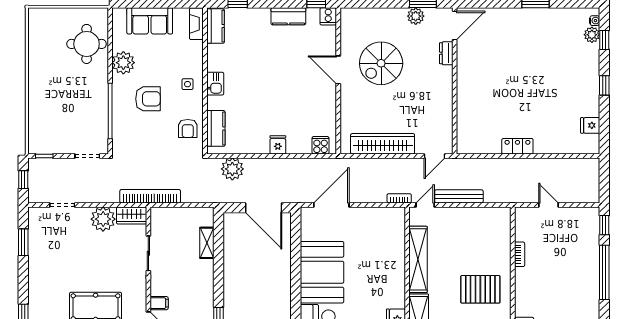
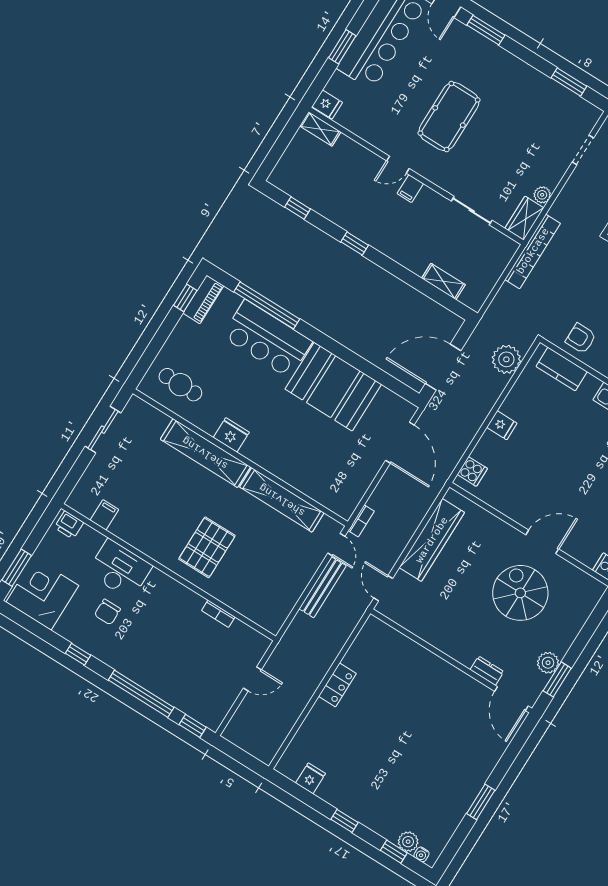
plant: (103, 219) -> (542, 195), width x0.53, depth x0.53

